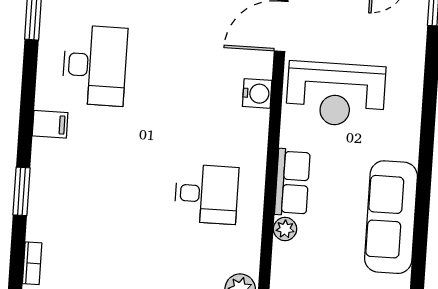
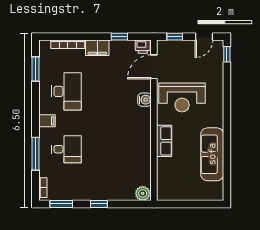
window: (21, 191) -> (35, 154), width x1.44
desk: (207, 194) -> (66, 149), moved
plant: (285, 229) -> (162, 163), removed

